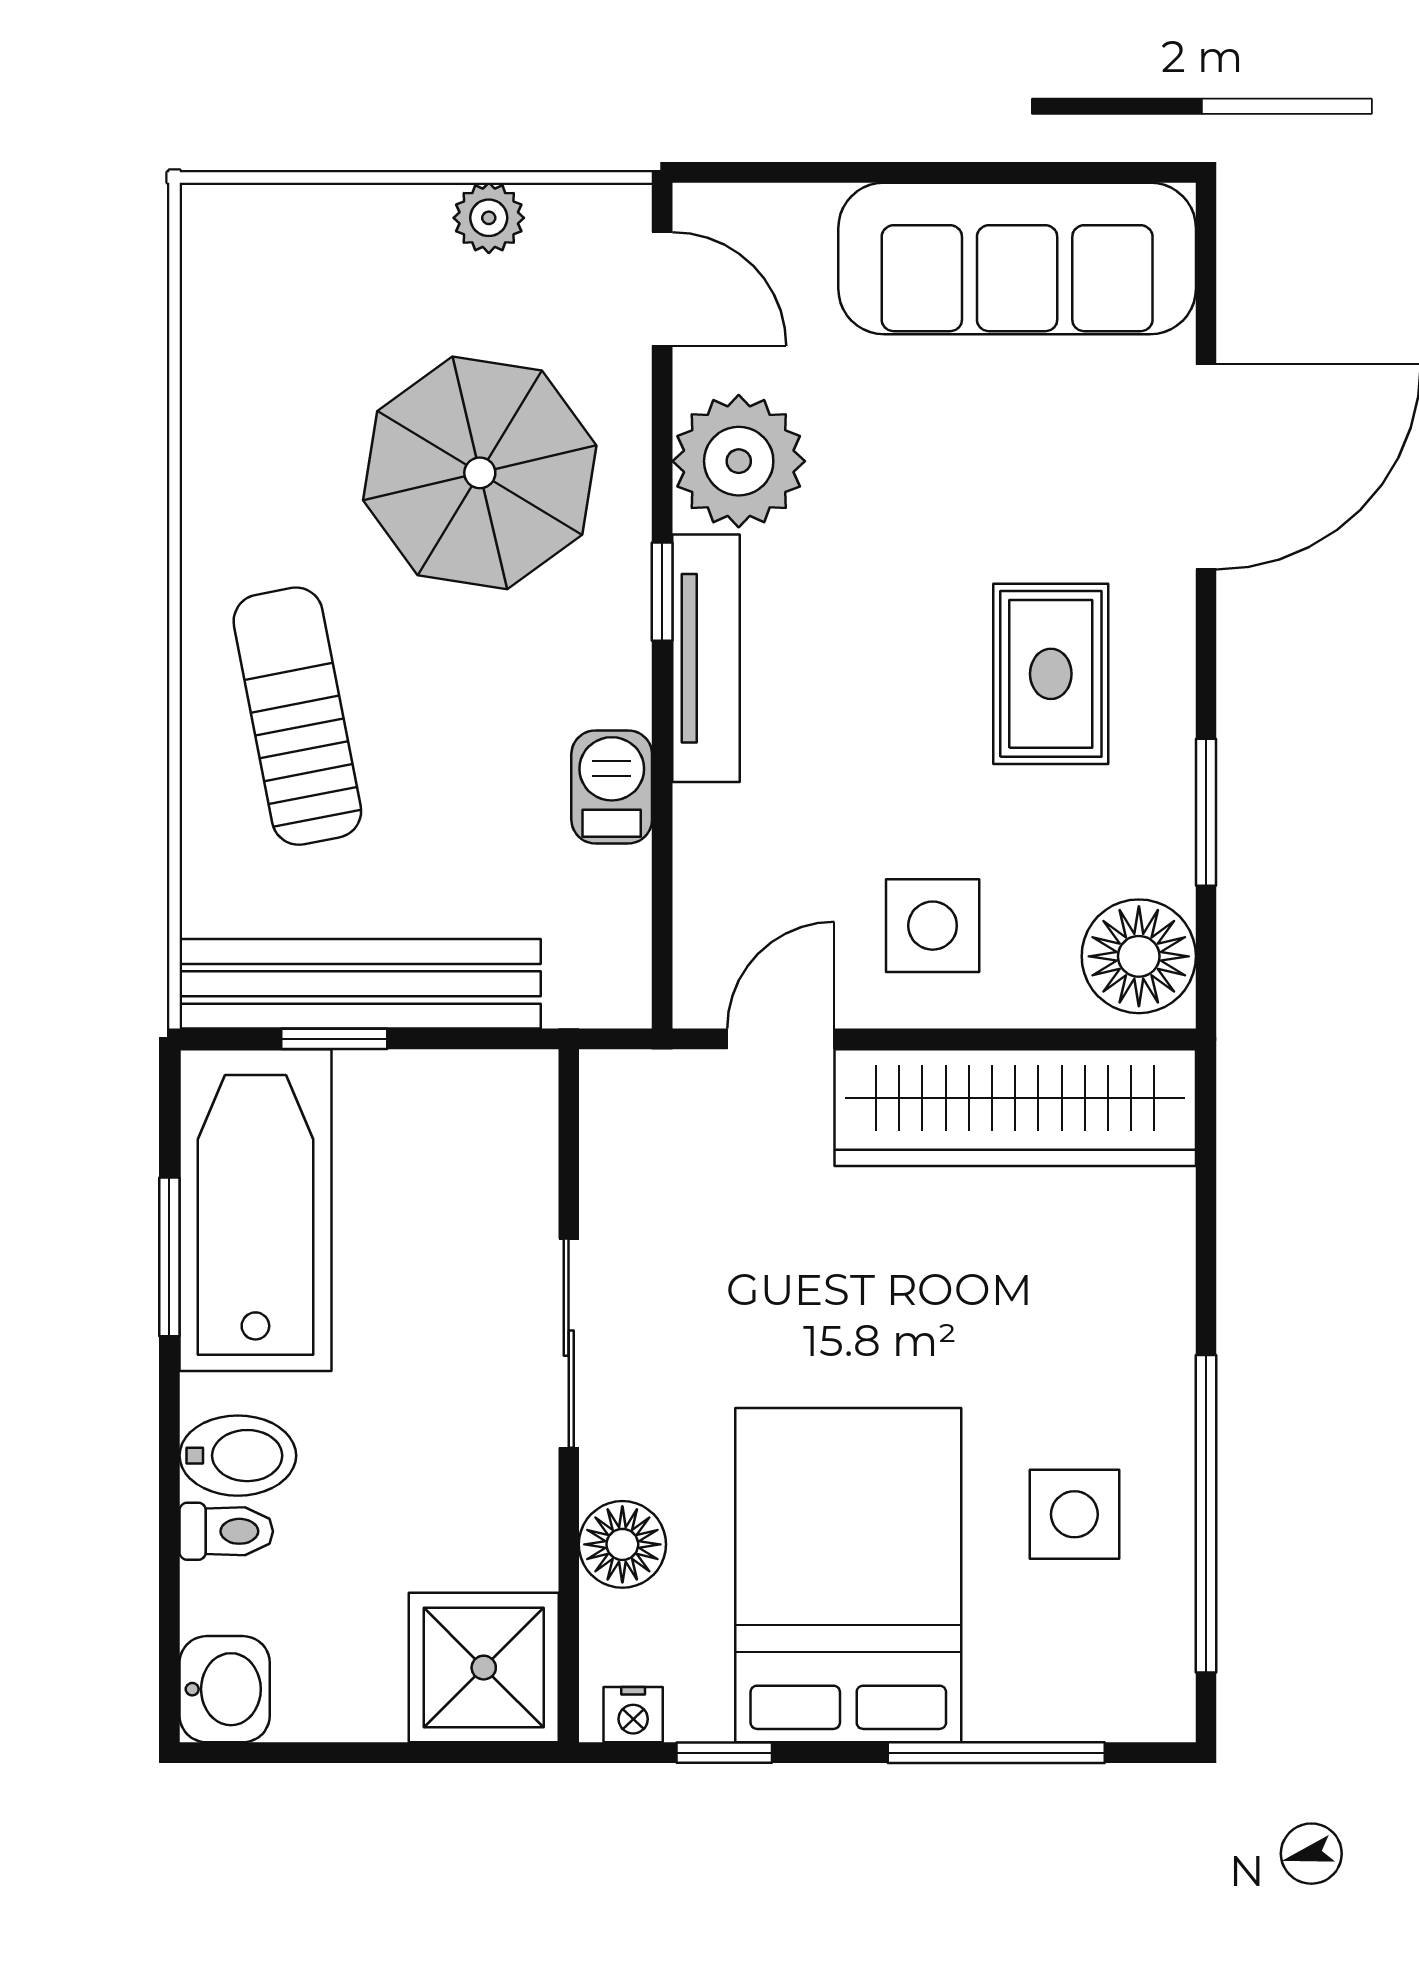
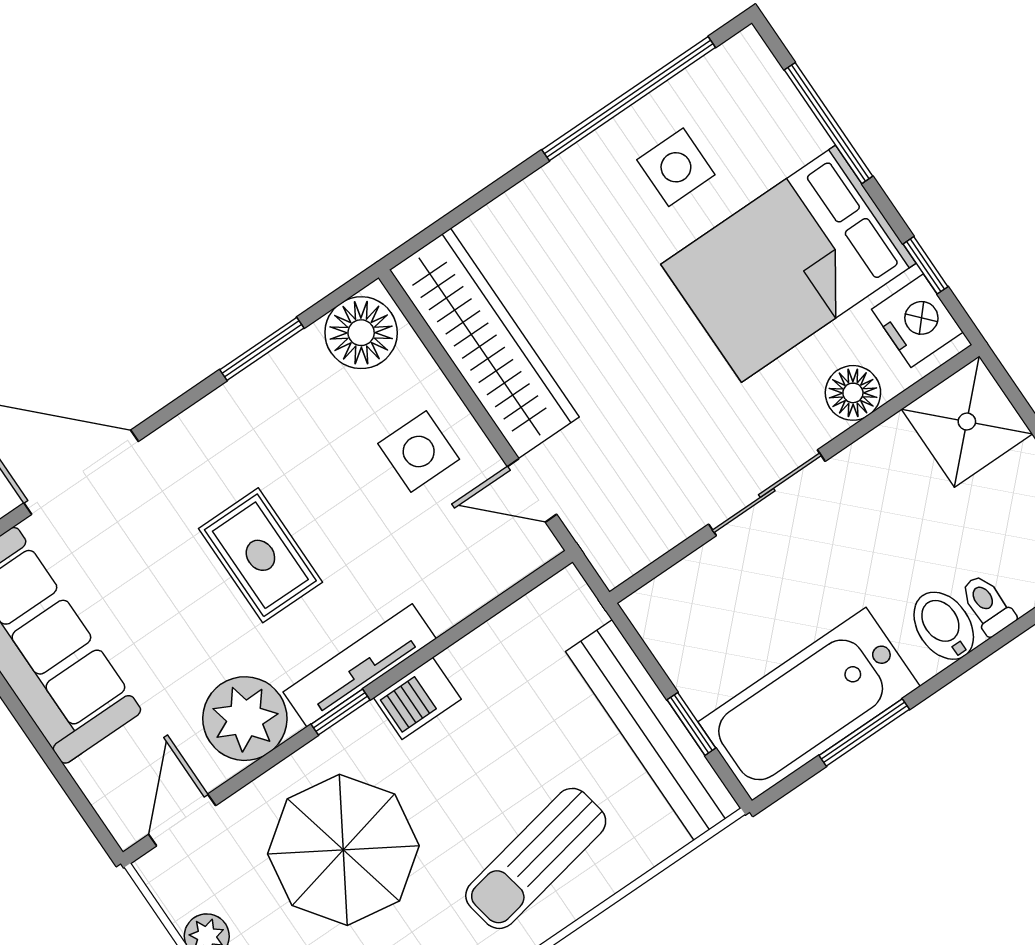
rug: (1051, 674) -> (260, 555), moved, turned 90
barbecue: (612, 787) -> (417, 698), moved
nightstand: (633, 1715) -> (917, 321), width x1.89, depth x1.79

